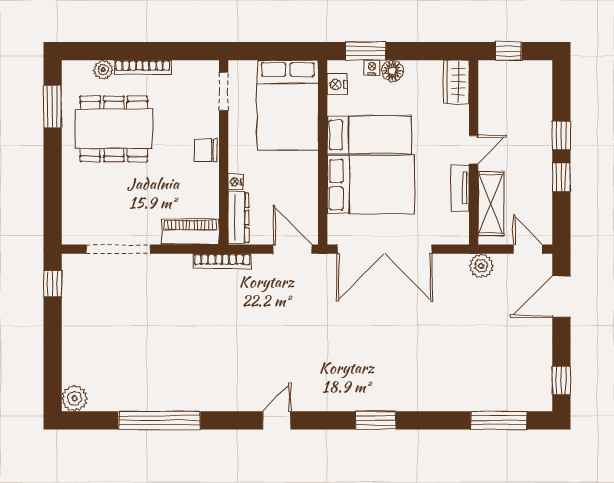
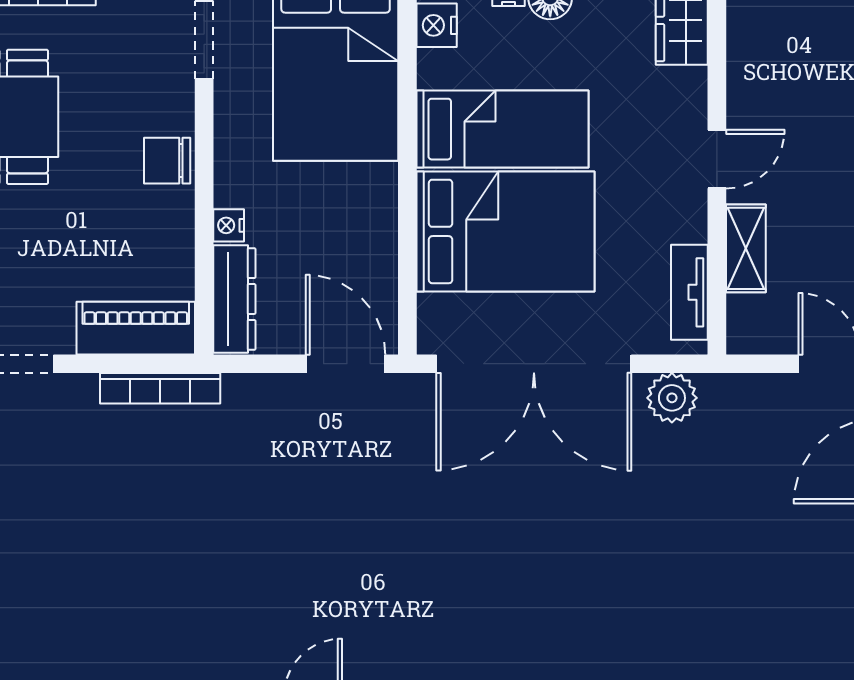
tv unit: (460, 188) -> (689, 292), moved
shelving: (491, 204) -> (746, 248), width x0.67, depth x0.75
bookcase: (222, 261) -> (160, 388), moved
plant: (481, 266) -> (672, 398), moved

